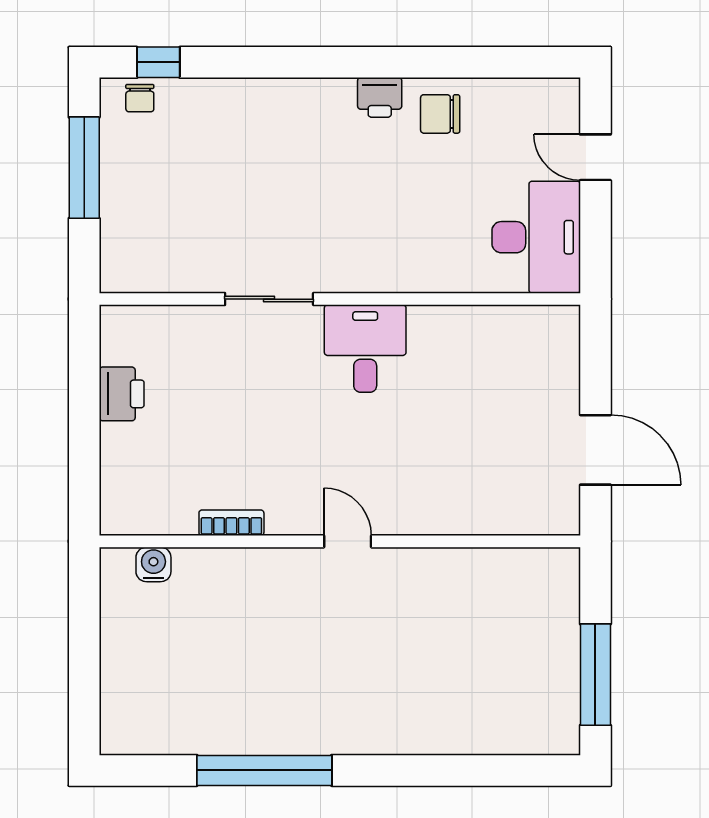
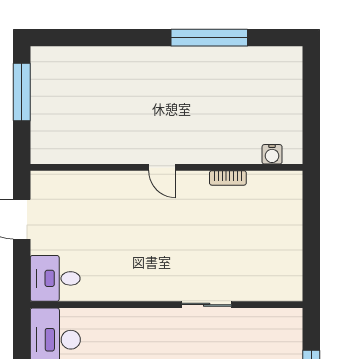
desk: (365, 349) -> (55, 278), moved, turned 90
printer: (122, 394) -> (290, 251), removed

